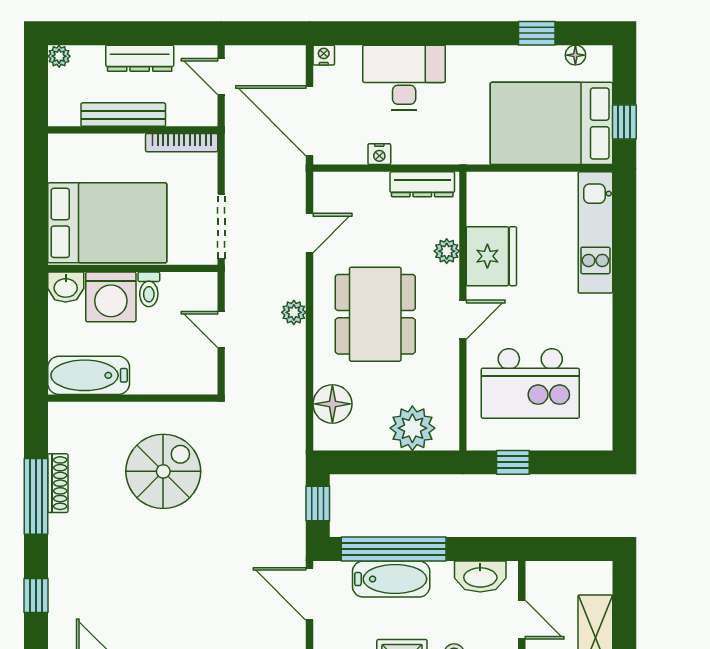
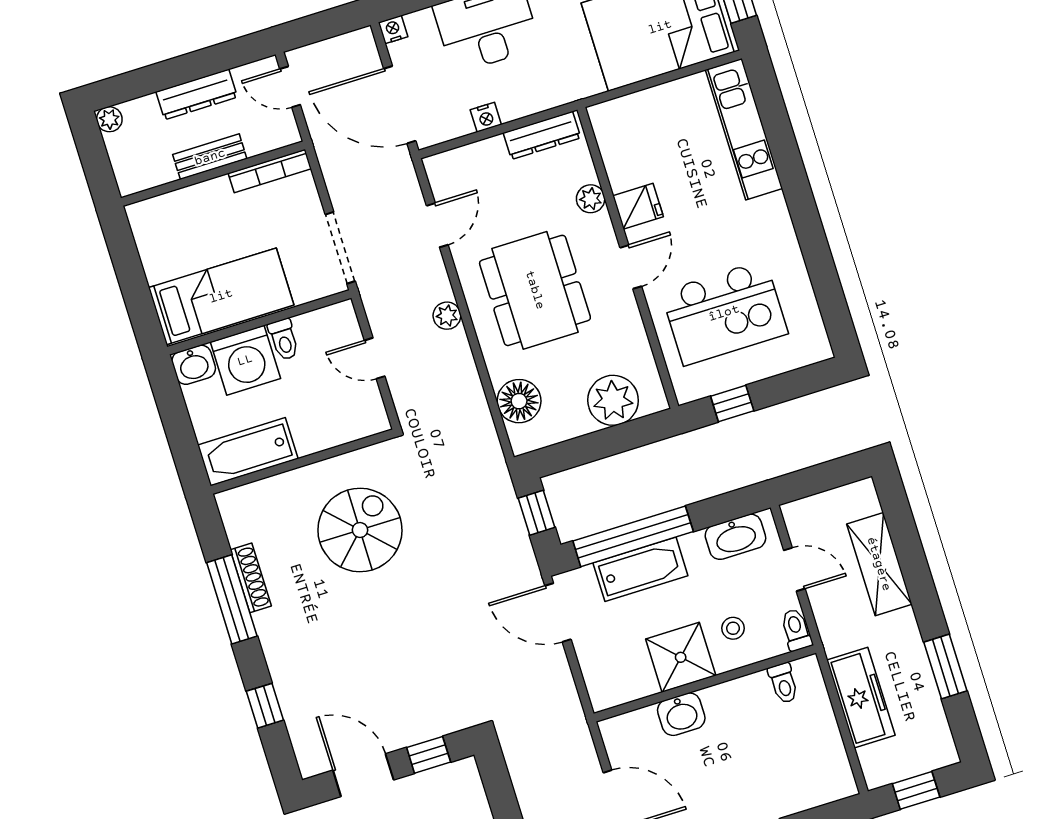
bench: (123, 115) -> (210, 157), width x0.73
bed: (107, 223) -> (221, 296), width x0.67
fridge: (491, 256) -> (638, 206), width x0.53, depth x0.75

